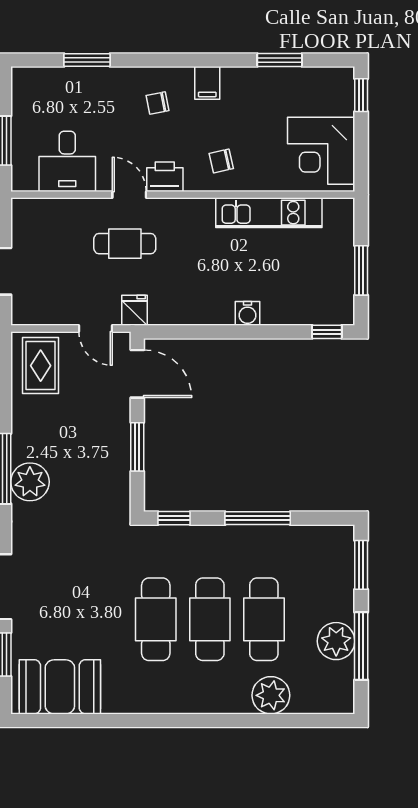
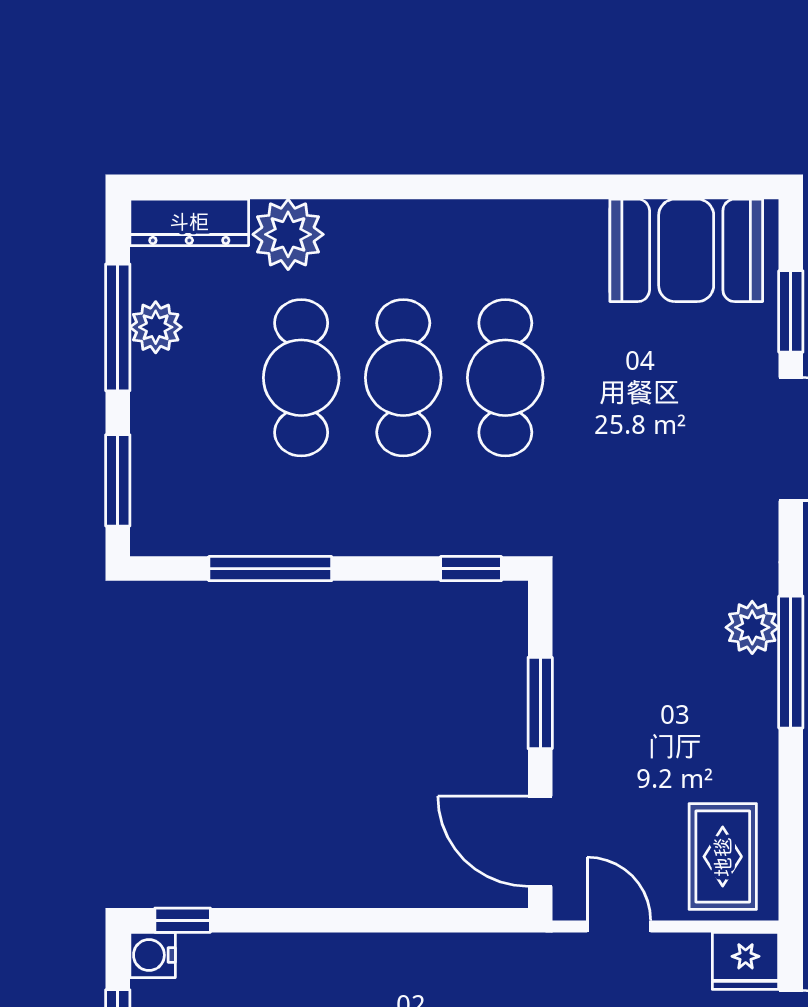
fridge: (135, 310) -> (746, 961), moved, width x1.38
water cooler: (248, 313) -> (153, 955), moved, turned -90
plant: (30, 482) -> (752, 627), width x0.73, depth x0.73
window: (258, 518) -> (270, 569), moved
plant: (336, 641) -> (156, 327), width x0.73, depth x0.73
dresser: (323, 702) -> (189, 222), added

